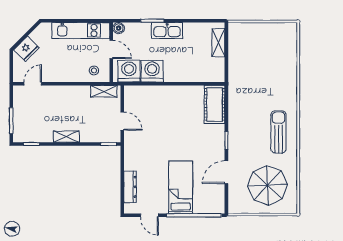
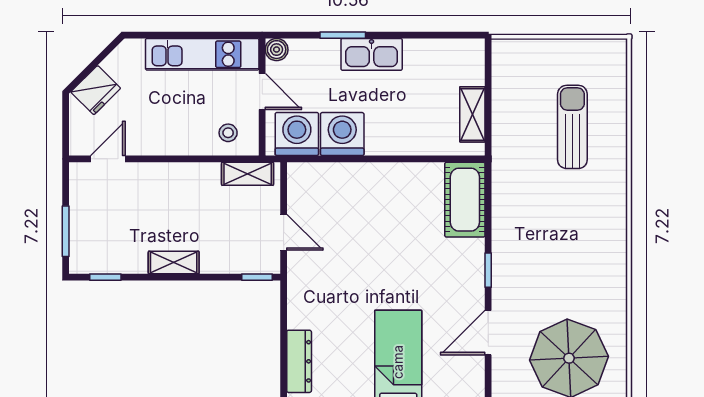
shelving: (218, 43) -> (472, 114), moved
sun lounger: (278, 132) -> (572, 127), moved

